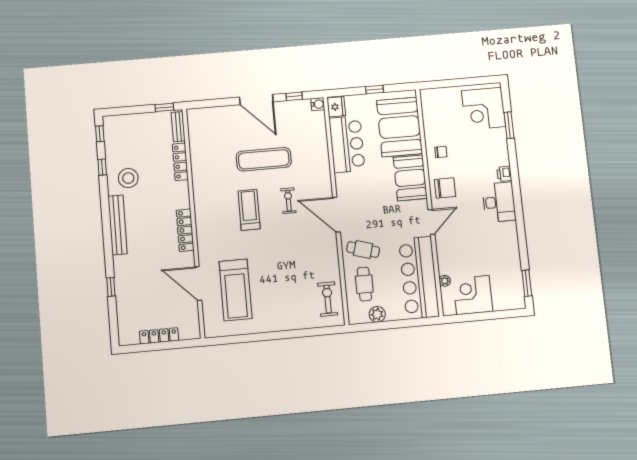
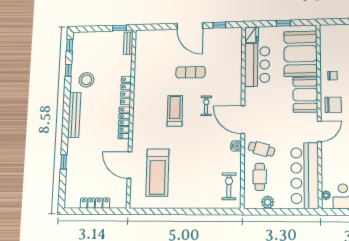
water cooler: (318, 104) -> (236, 146), moved
exercise mat: (264, 159) -> (191, 72), width x0.73, depth x0.69
locker: (180, 162) -> (126, 90), moved
plant: (445, 281) -> (326, 195), moved

